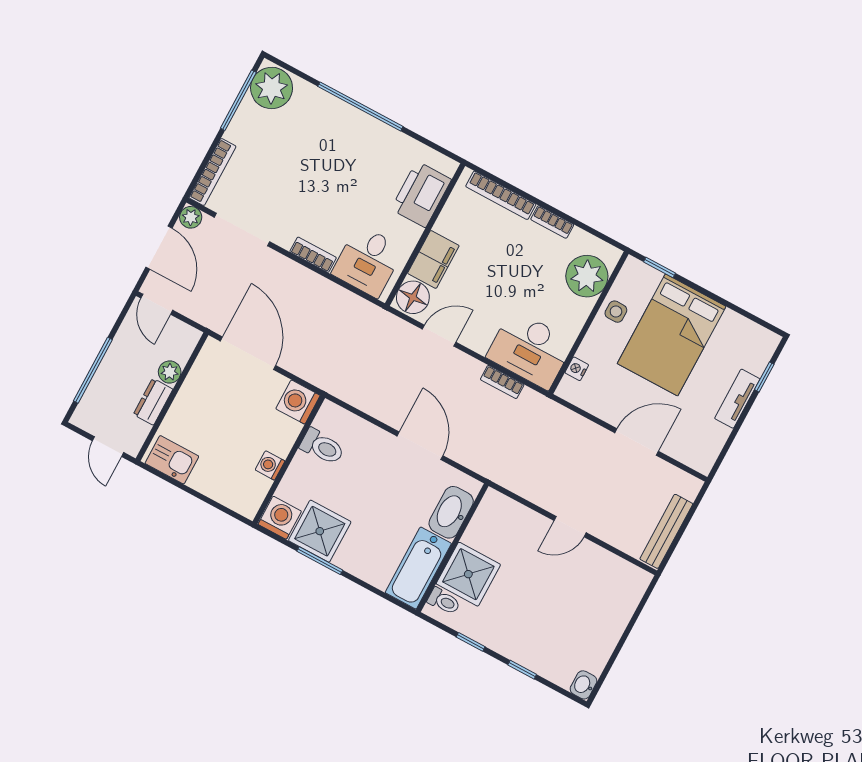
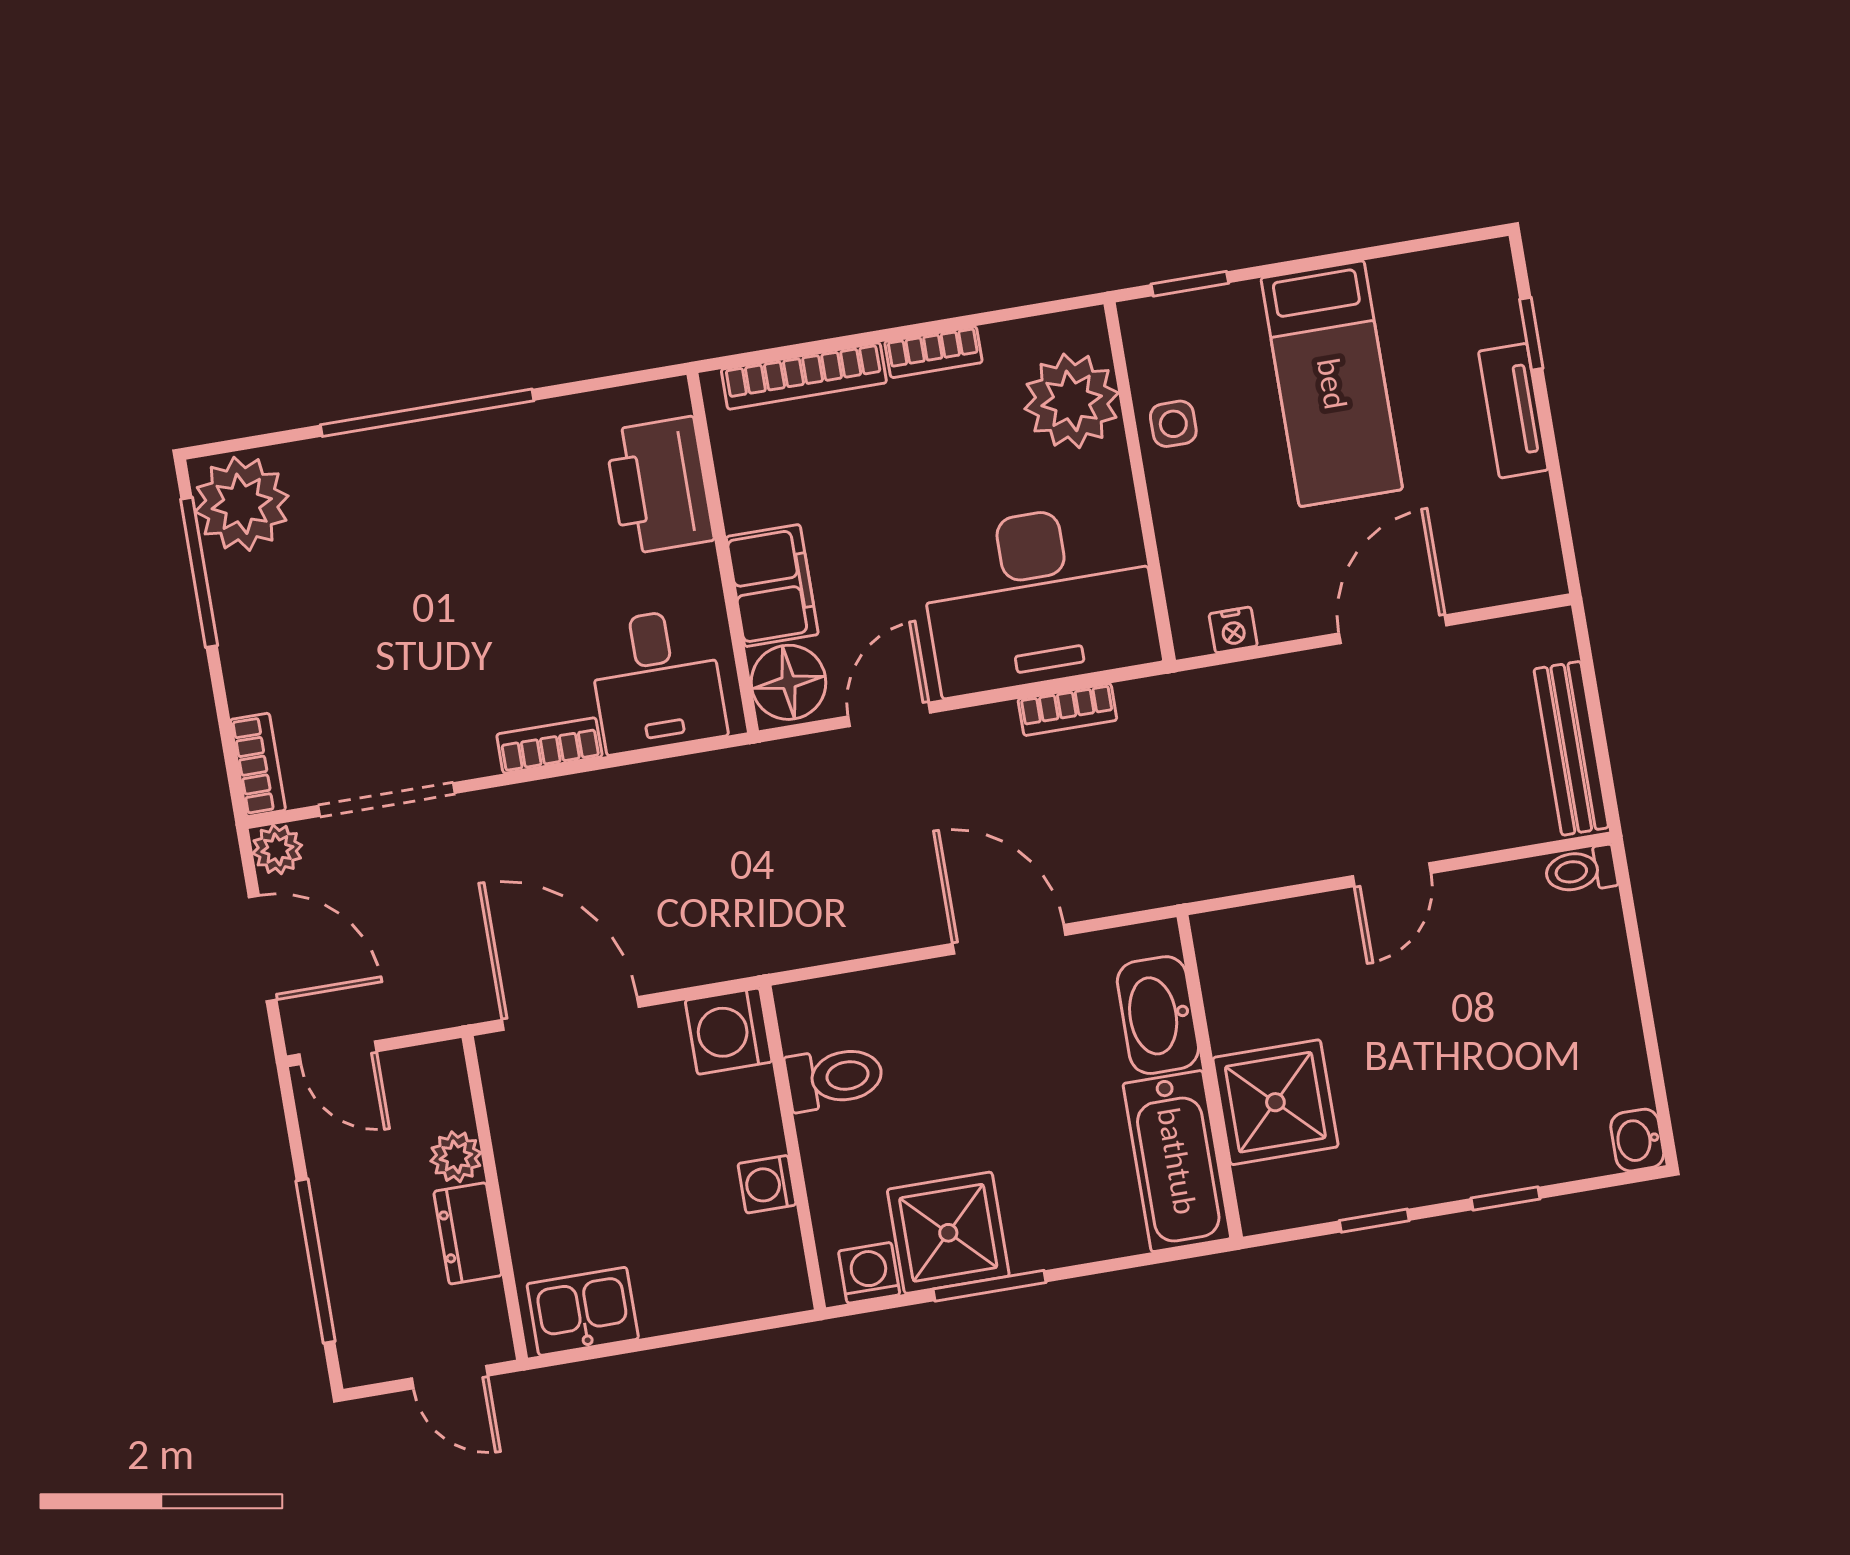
bookcase: (213, 172) -> (258, 765), width x0.64
bed: (672, 335) -> (1332, 384), width x0.67
desk: (530, 349) -> (1039, 598), width x1.36, depth x1.30
nightstand: (577, 369) -> (1233, 630), moved, turned -90
washing machine: (280, 518) -> (869, 1273), width x0.73, depth x0.73
toilet: (444, 601) -> (1581, 870), moved, turned 180

